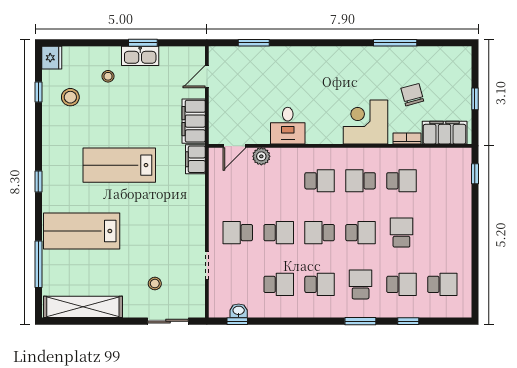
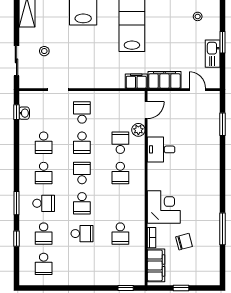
kitchen sink: (140, 56) -> (213, 54), moved
door: (235, 146) -> (146, 110), swing flipped
school desk: (361, 181) -> (120, 143), moved

